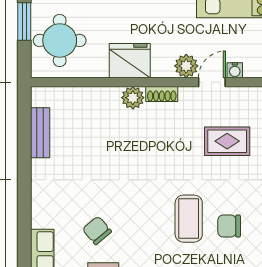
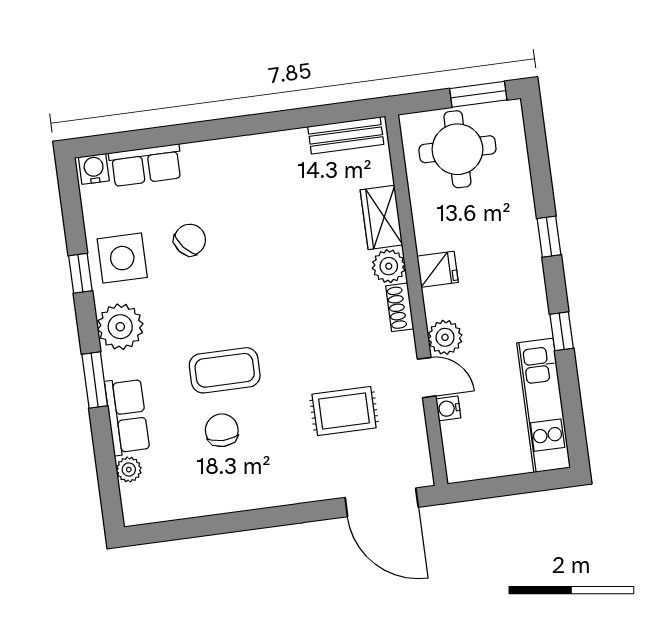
fridge: (130, 61) -> (438, 269), width x0.53, depth x0.75
wardrobe: (99, 98) -> (381, 217), added
bench: (40, 133) -> (346, 135), moved
rug: (227, 141) -> (344, 411), turned 90

